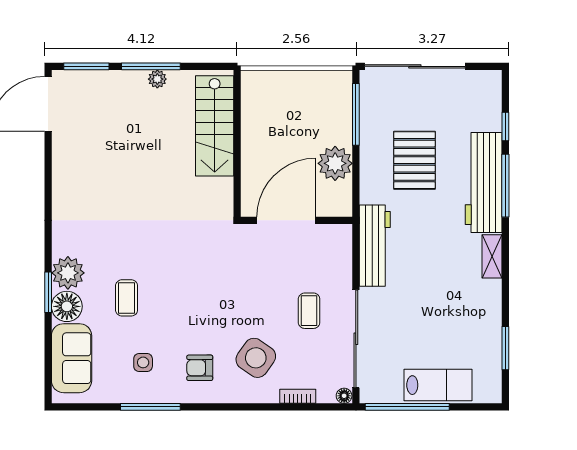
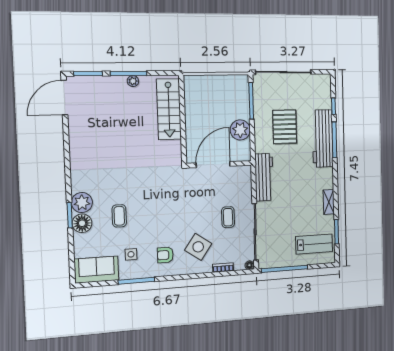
shelving: (492, 256) -> (329, 202), moved
sofa: (72, 358) -> (97, 270), moved, turned -90
lab bench: (438, 385) -> (314, 244), moved

